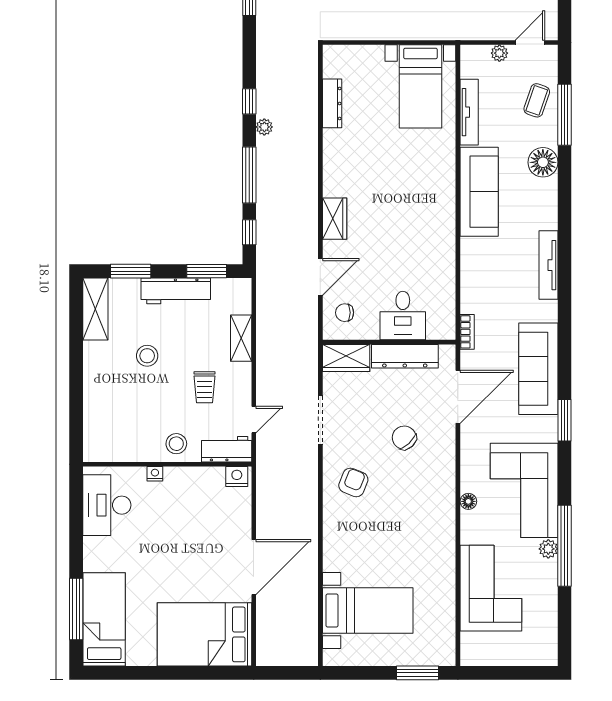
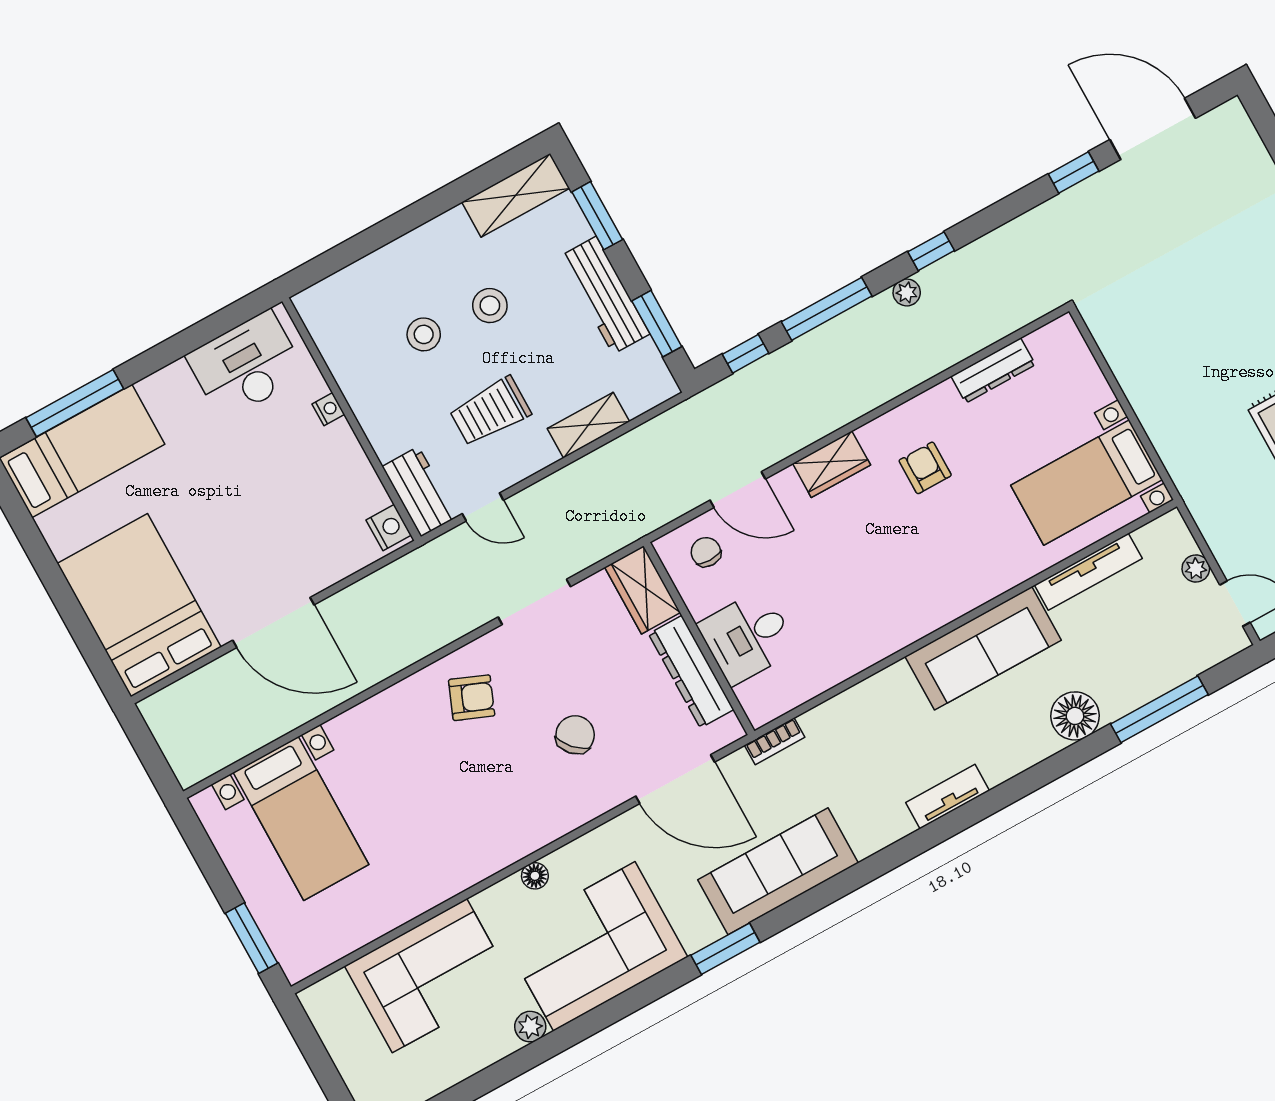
coffee table: (537, 100) -> (1158, 659), removed
armchair: (364, 169) -> (925, 468), added
tv unit: (549, 265) -> (948, 797), width x0.71
trolley: (204, 387) -> (490, 411), width x1.36, depth x1.39
stool: (176, 444) -> (424, 334), moved
window: (564, 546) -> (547, 1047), removed

